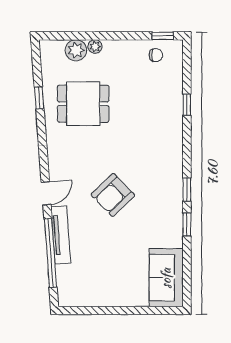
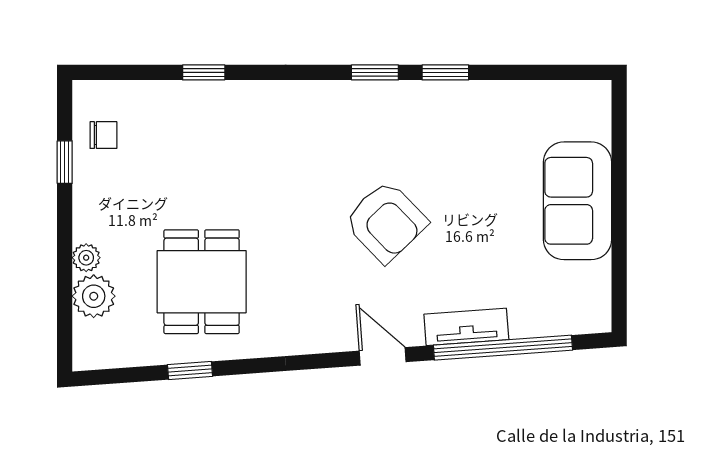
window: (163, 36) -> (65, 162), moved
chair: (156, 55) -> (103, 135), turned 90
tv unit: (61, 235) -> (466, 327), width x0.71
sofa: (166, 278) -> (578, 201), moved, turned 90

